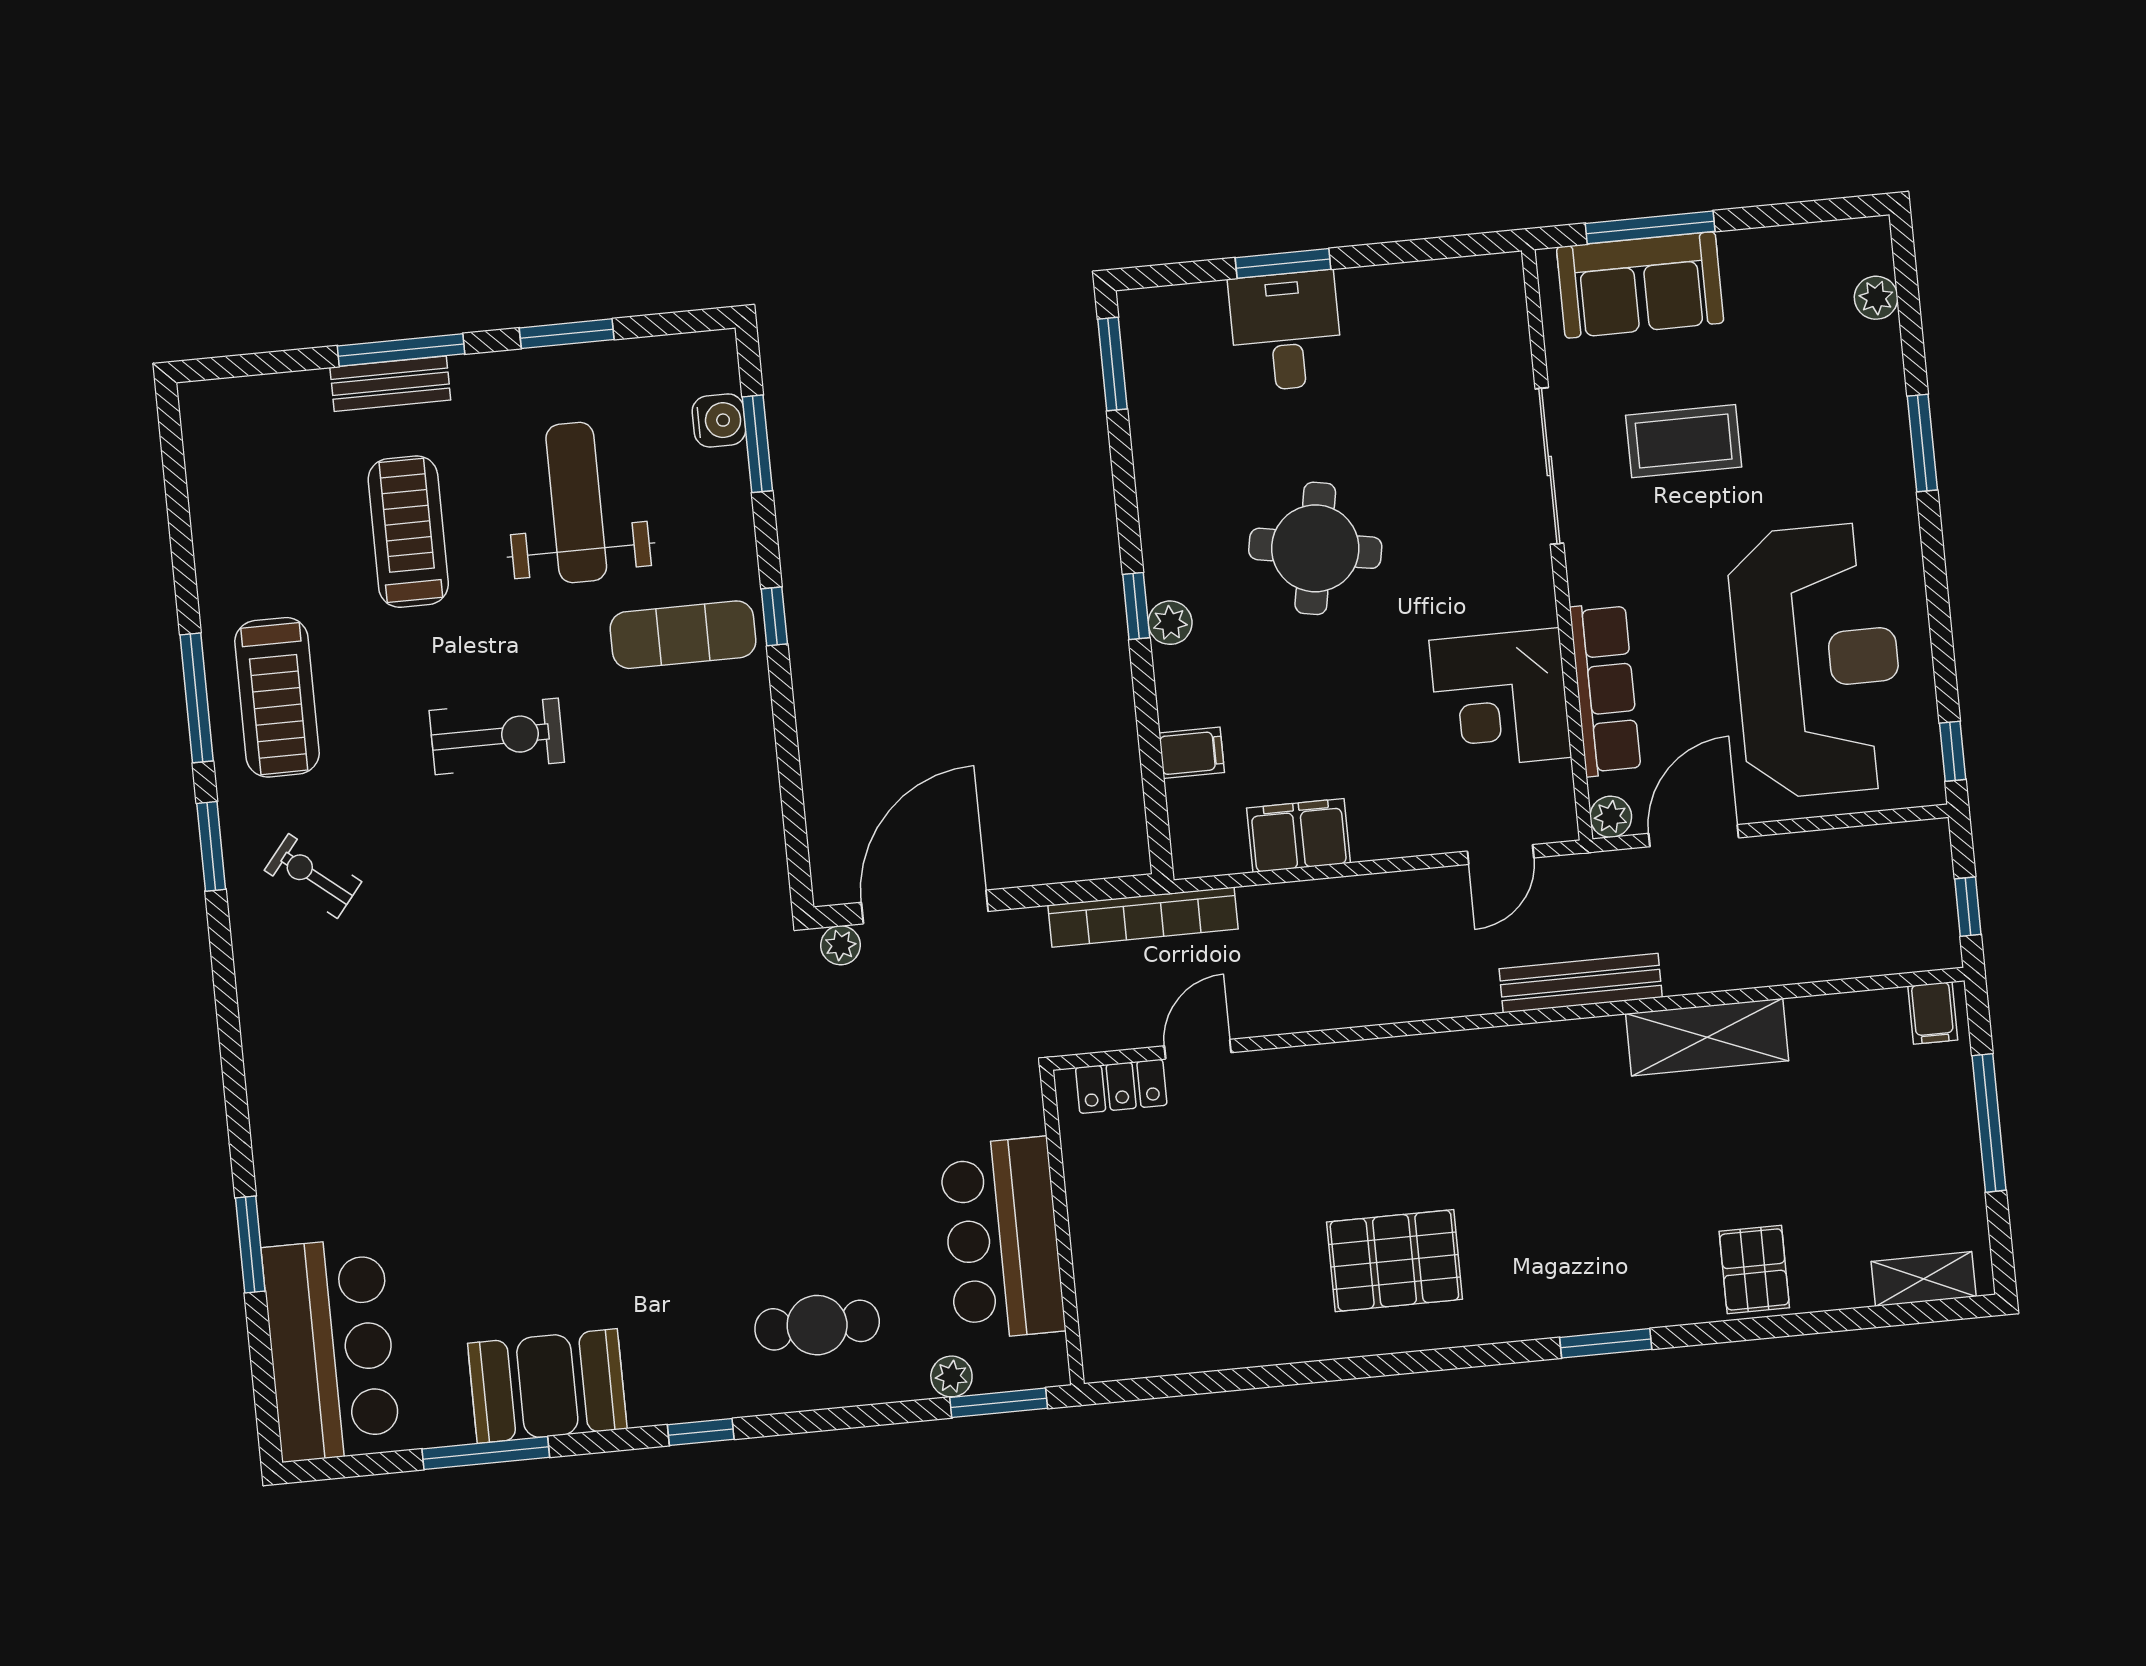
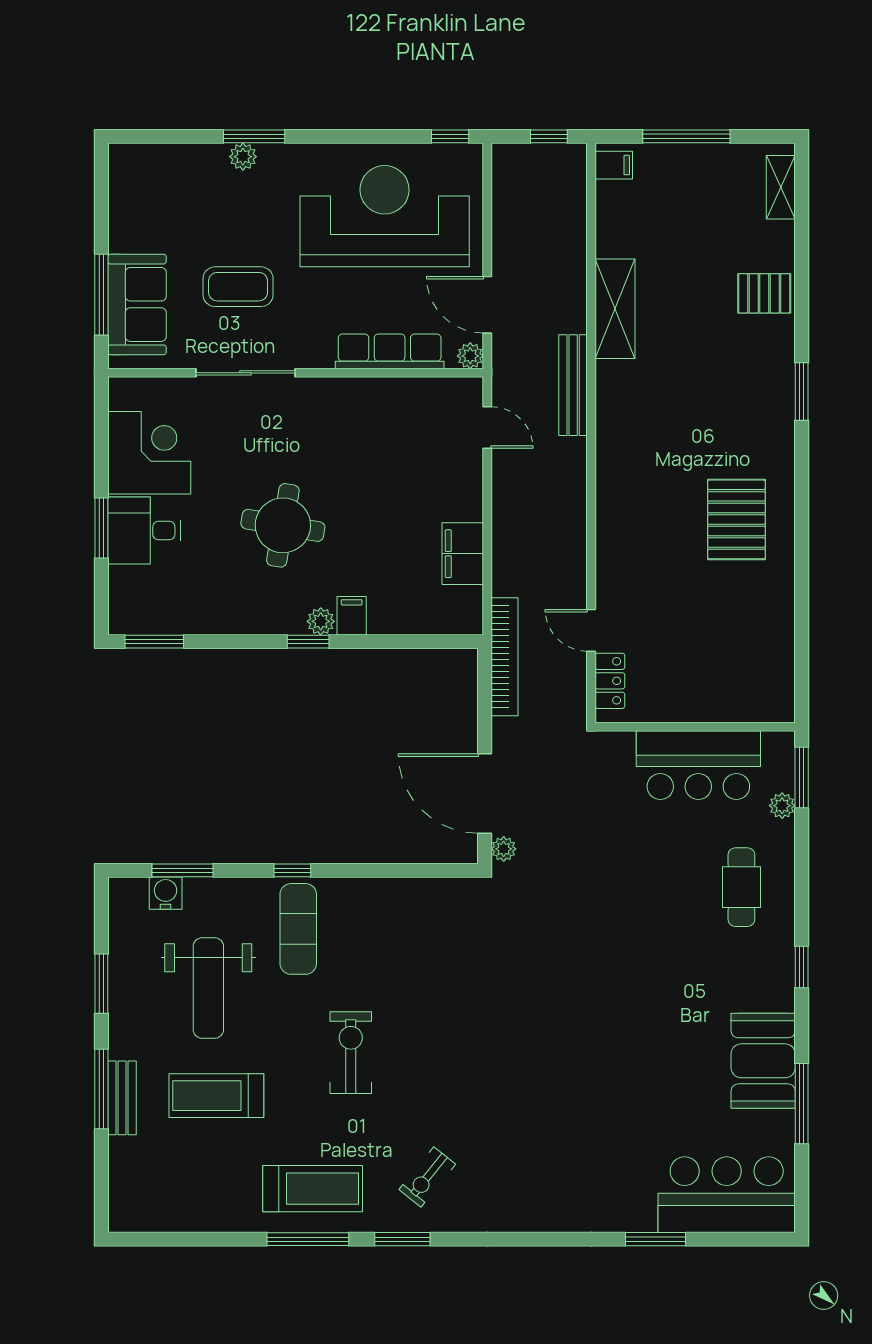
plant: (1876, 298) -> (243, 157), moved
coffee table: (1684, 441) -> (238, 287), turned 90
weight bench: (576, 503) -> (208, 988), turned -90
corner desk: (1500, 699) -> (149, 453), moved, turned -90
filing cabinet: (1192, 753) -> (352, 616), moved

